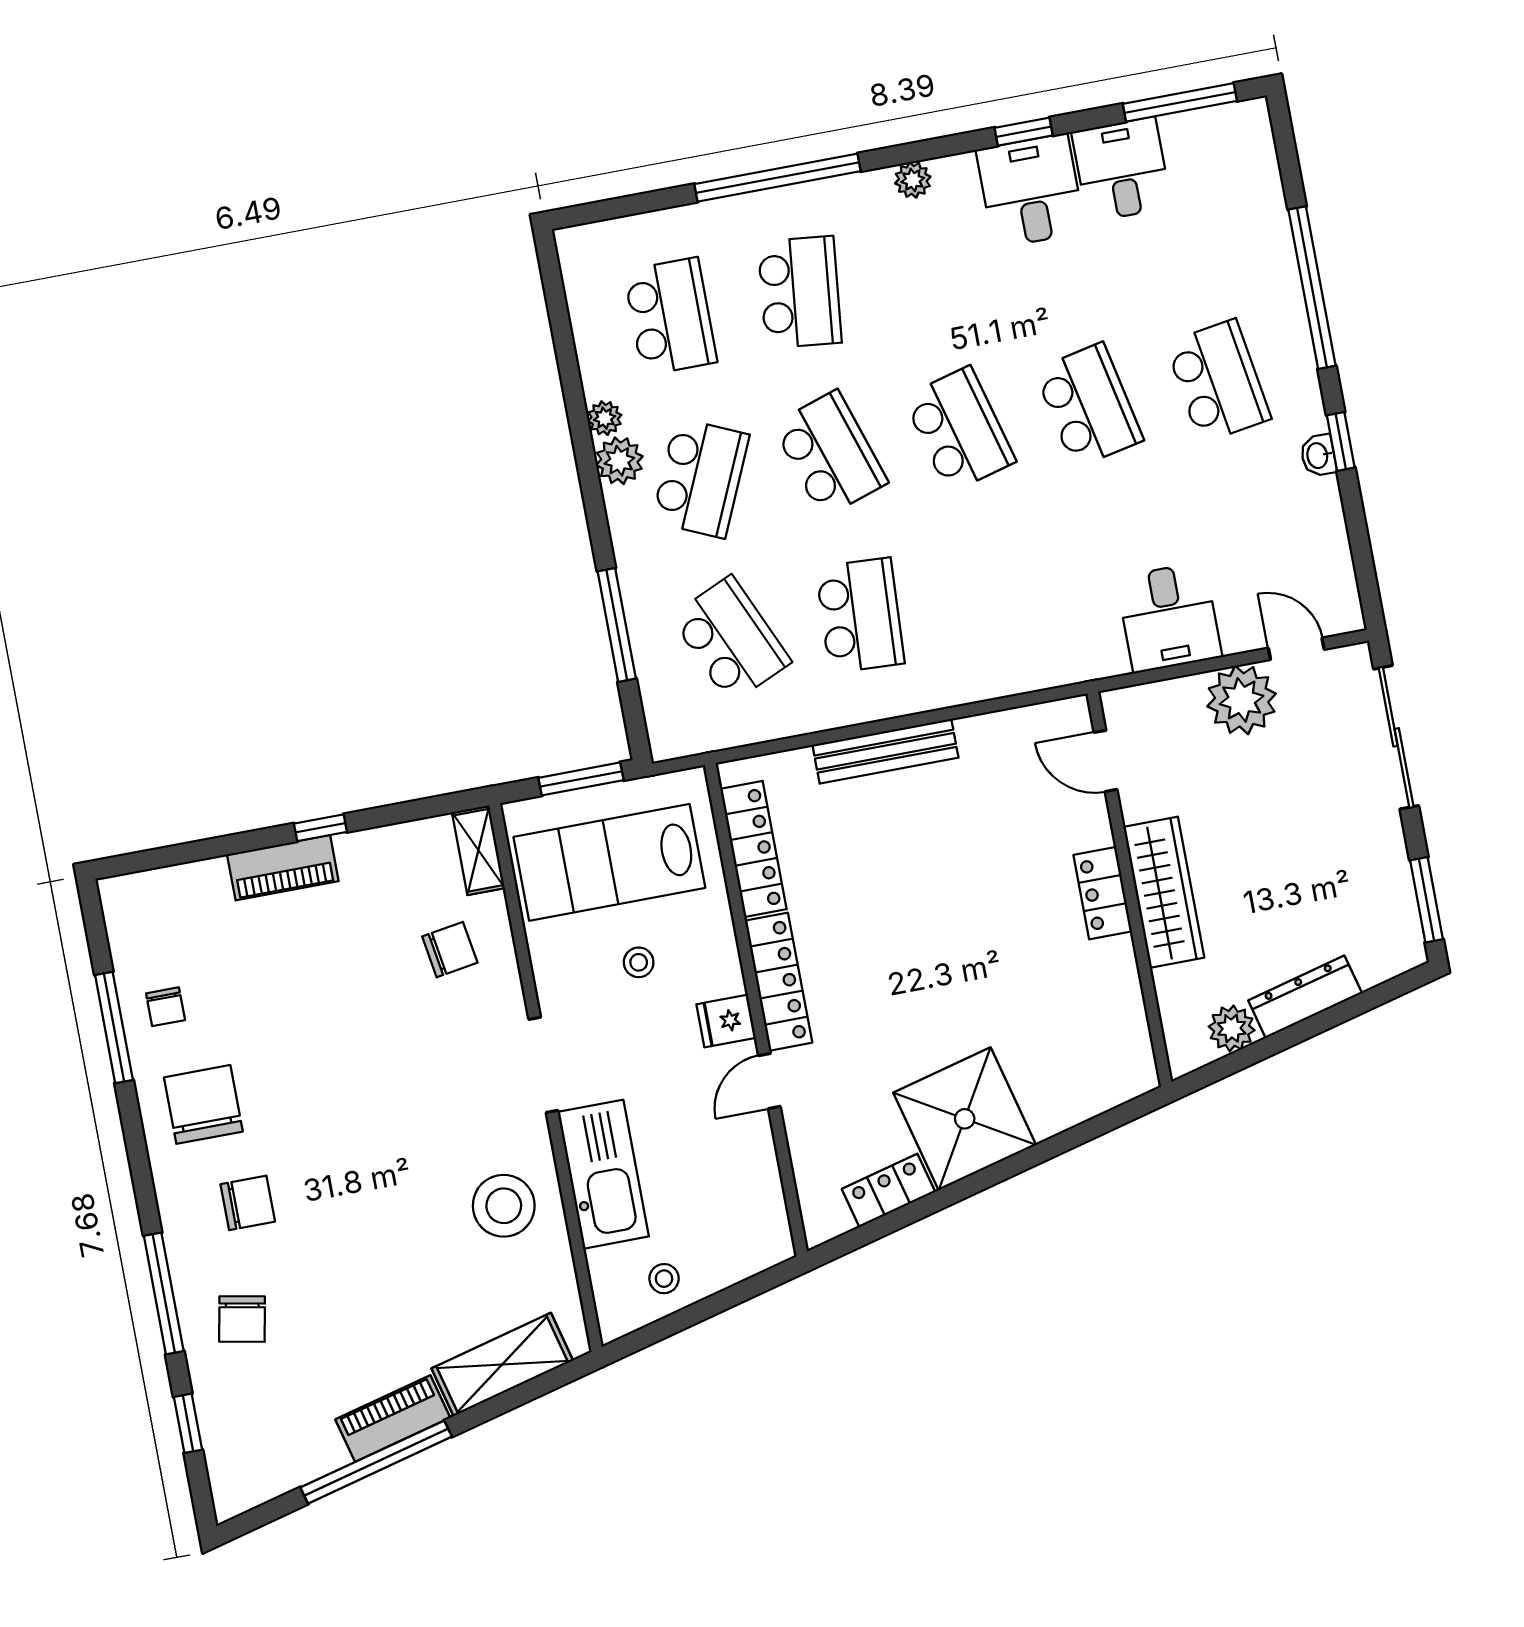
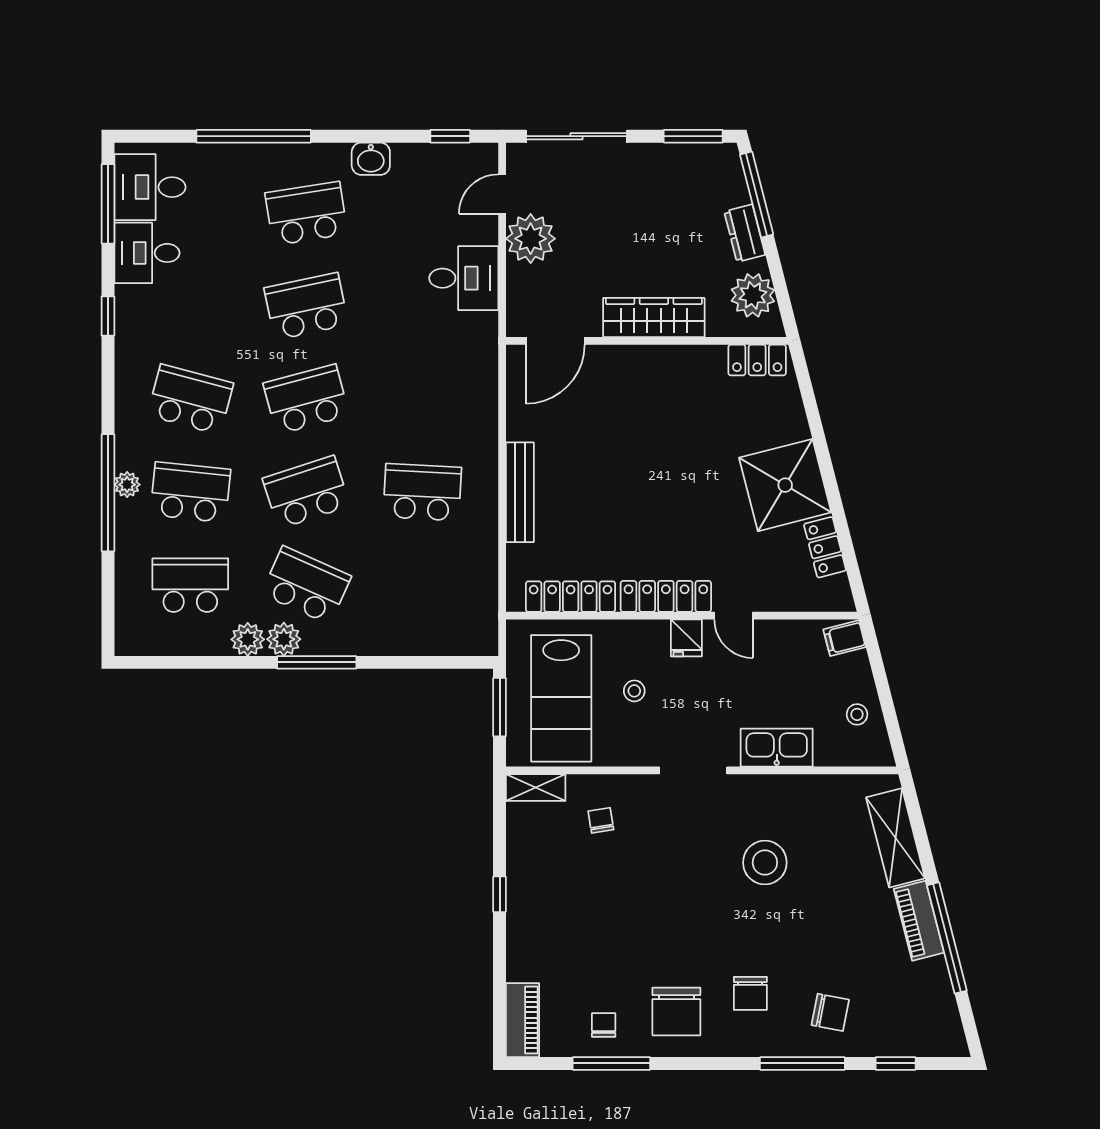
plant: (913, 180) -> (127, 485), moved
desk: (1031, 191) -> (150, 187), moved
plant: (605, 418) -> (248, 639), width x1.38, depth x1.38
window: (1341, 441) -> (450, 136), moved
washbasin: (1318, 455) -> (371, 159), width x1.38, depth x1.45
window: (617, 625) -> (317, 662), moved
school desk: (731, 640) -> (190, 399), moved, turned 39
door: (1106, 761) -> (555, 341), width x1.37
piano: (283, 868) -> (522, 1020), moved
locker: (1103, 893) -> (757, 360), moved
chair: (450, 950) -> (601, 820), width x0.73, depth x0.73
dresser: (1305, 997) -> (745, 233), width x0.70
window: (1362, 1003) -> (757, 195), added
chair: (166, 1007) -> (604, 1025), turned -90
plant: (1232, 1028) -> (753, 295), width x1.36, depth x1.36
chair: (203, 1104) -> (676, 1011), turned -90
kitchen sink: (603, 1174) -> (777, 748), width x0.73, depth x0.81
chair: (248, 1203) -> (750, 993), turned 180
stool: (504, 1206) -> (765, 863), moved
filing cabinet: (767, 1241) -> (845, 638), added

